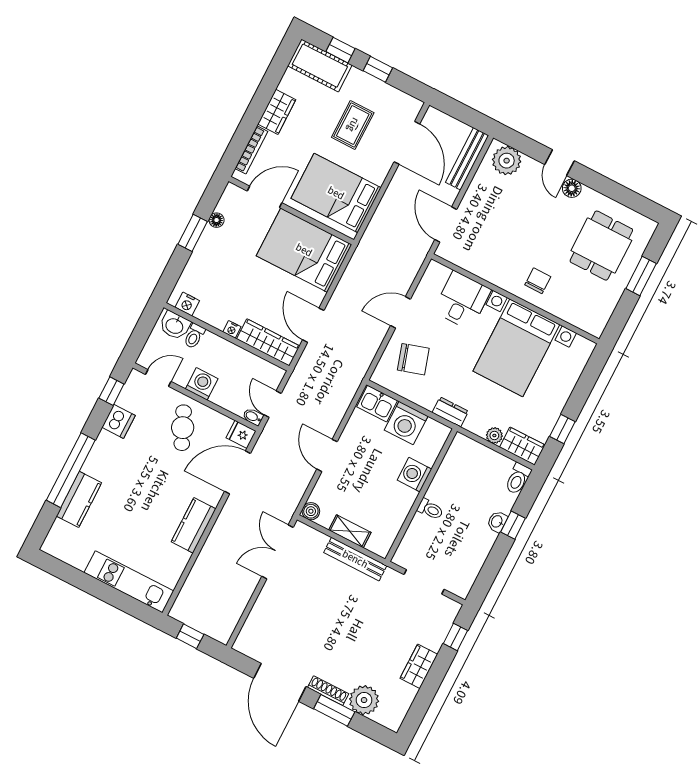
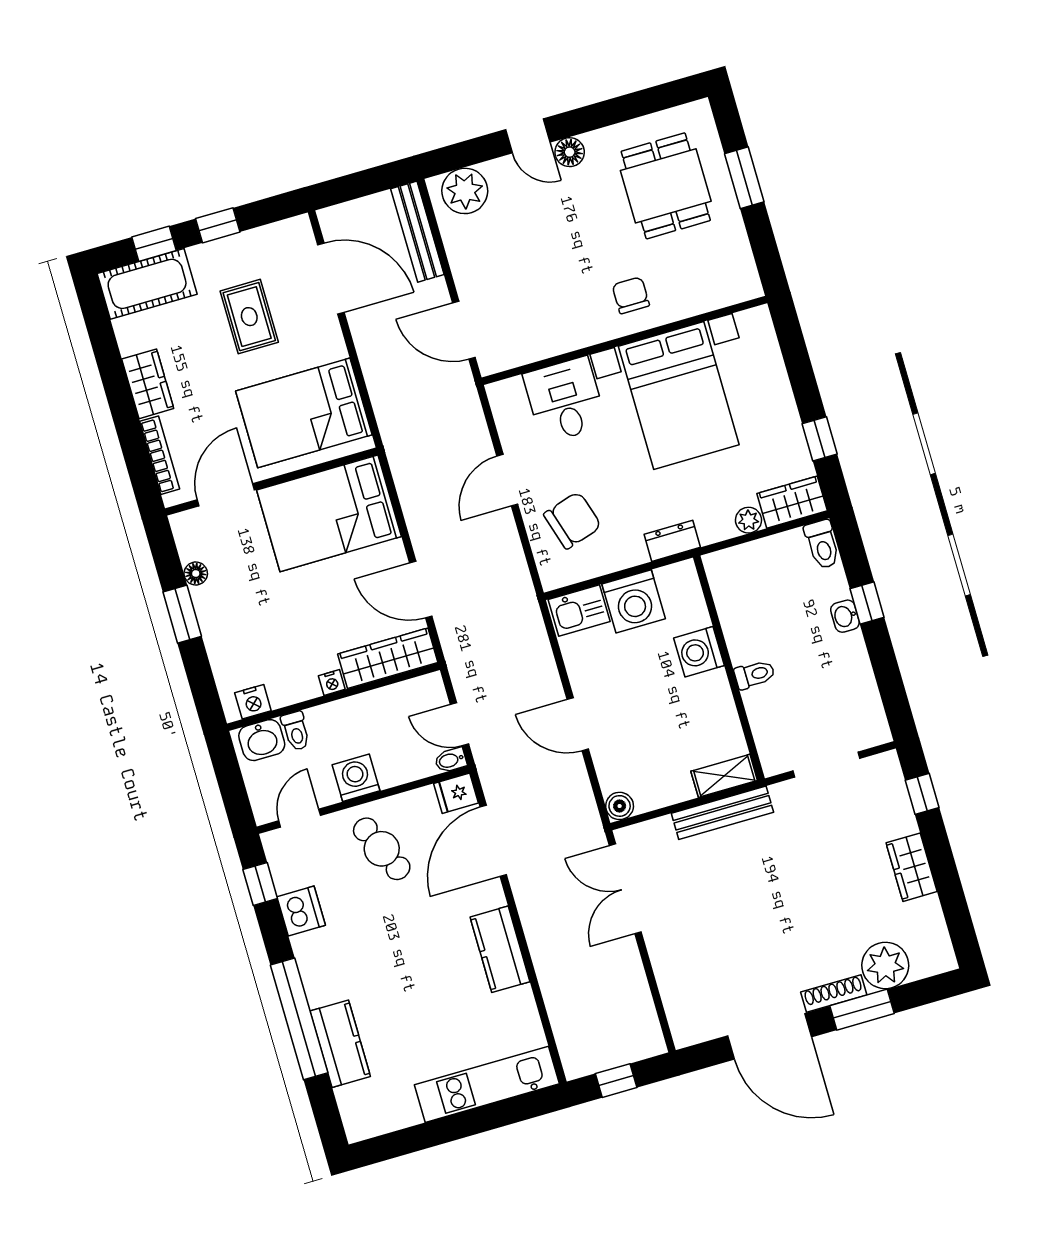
shelving: (350, 531) -> (724, 776), moved

